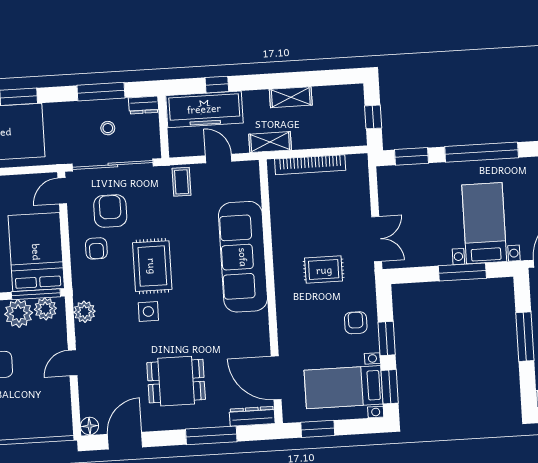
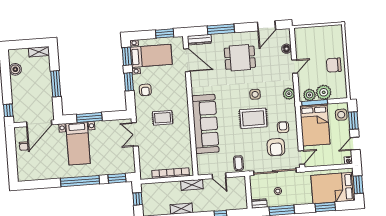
freezer: (204, 109) -> (227, 202), removed
rug: (152, 266) -> (253, 118), turned 90
floor lamp: (90, 426) -> (286, 49), moved

